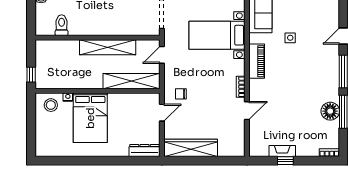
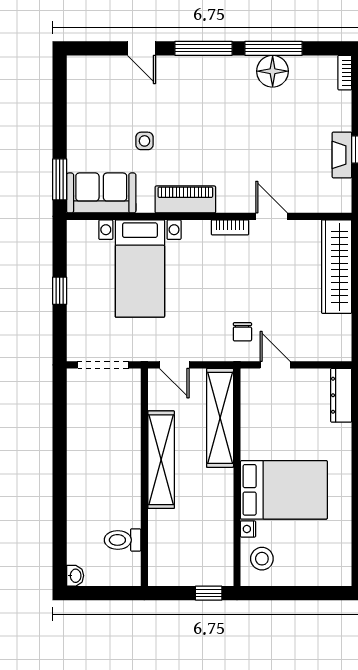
wardrobe: (191, 148) -> (337, 267), moved

